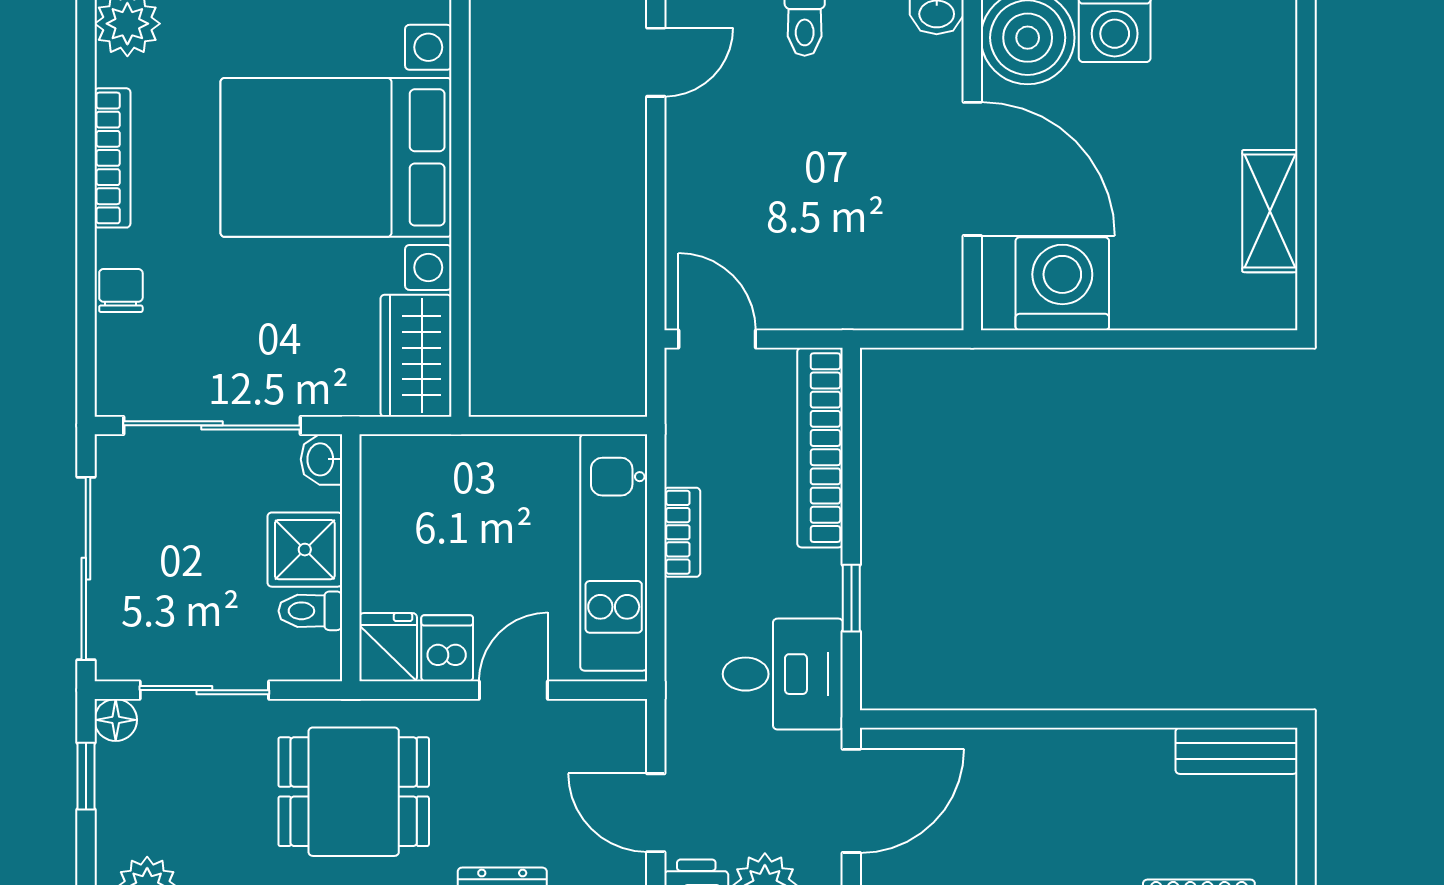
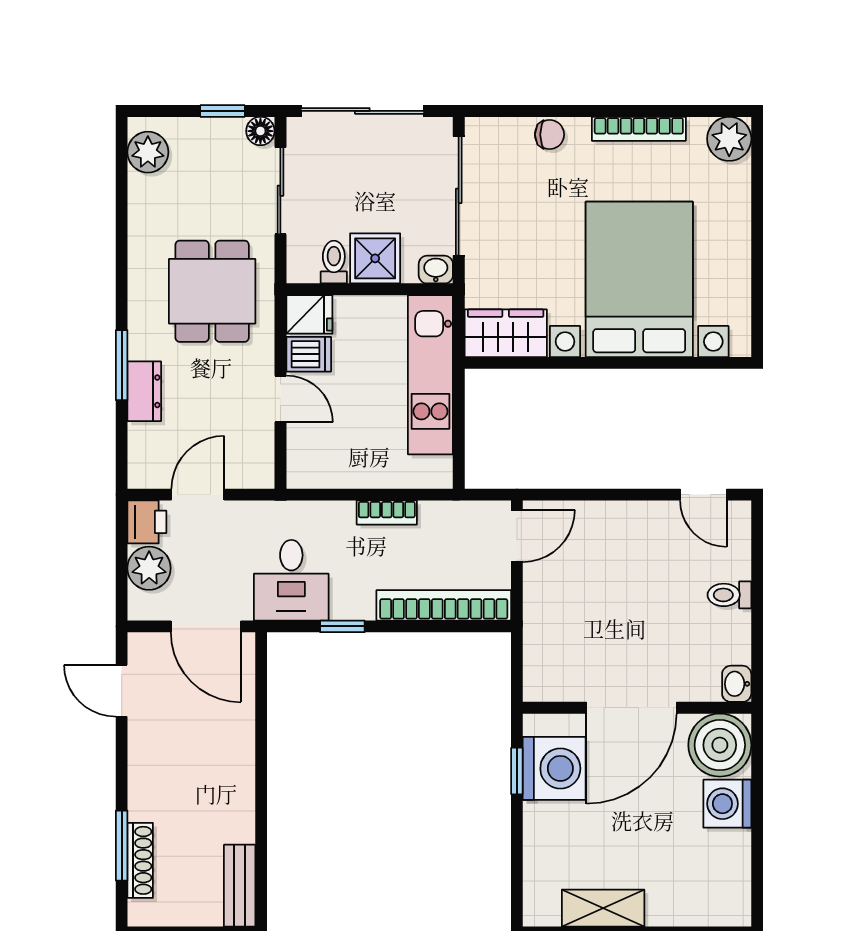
window: (1066, 339) -> (517, 771), added
kitchen unit: (614, 552) -> (430, 375), moved, turned -90

